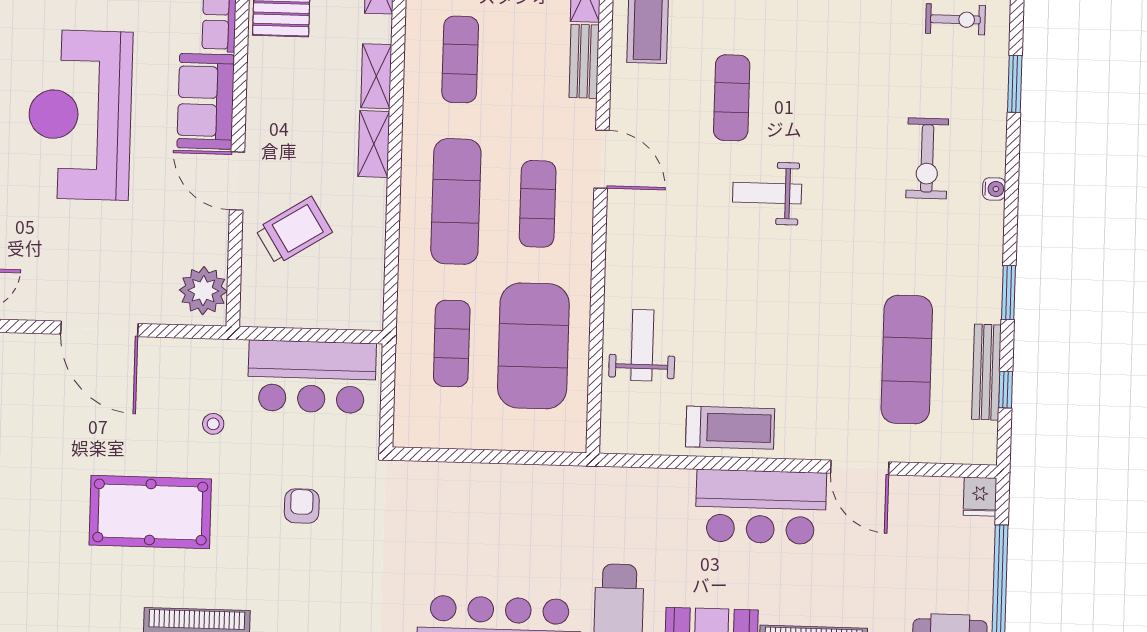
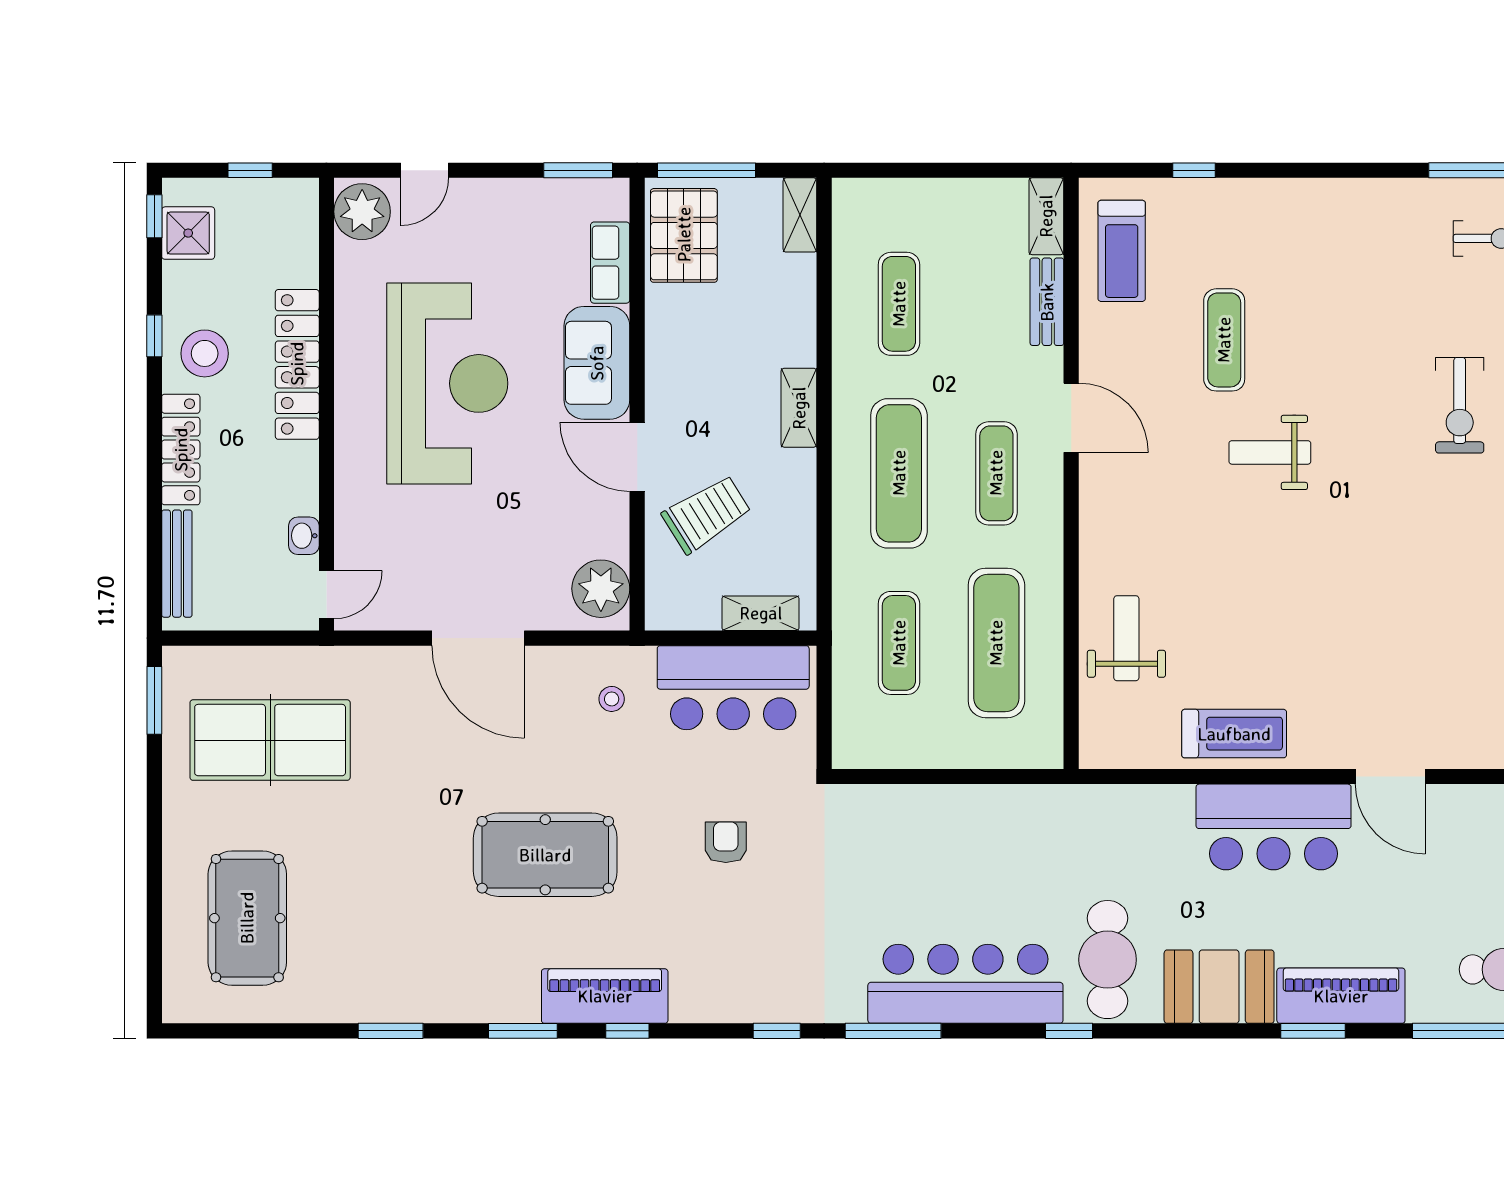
shelving: (376, 76) -> (761, 613), moved, turned 90
reception desk: (80, 115) -> (447, 383), turned 180
exercise mat: (533, 346) -> (996, 643), width x0.68
exercise mat: (907, 359) -> (1442, 646), removed
stool: (213, 424) -> (612, 699), moved

